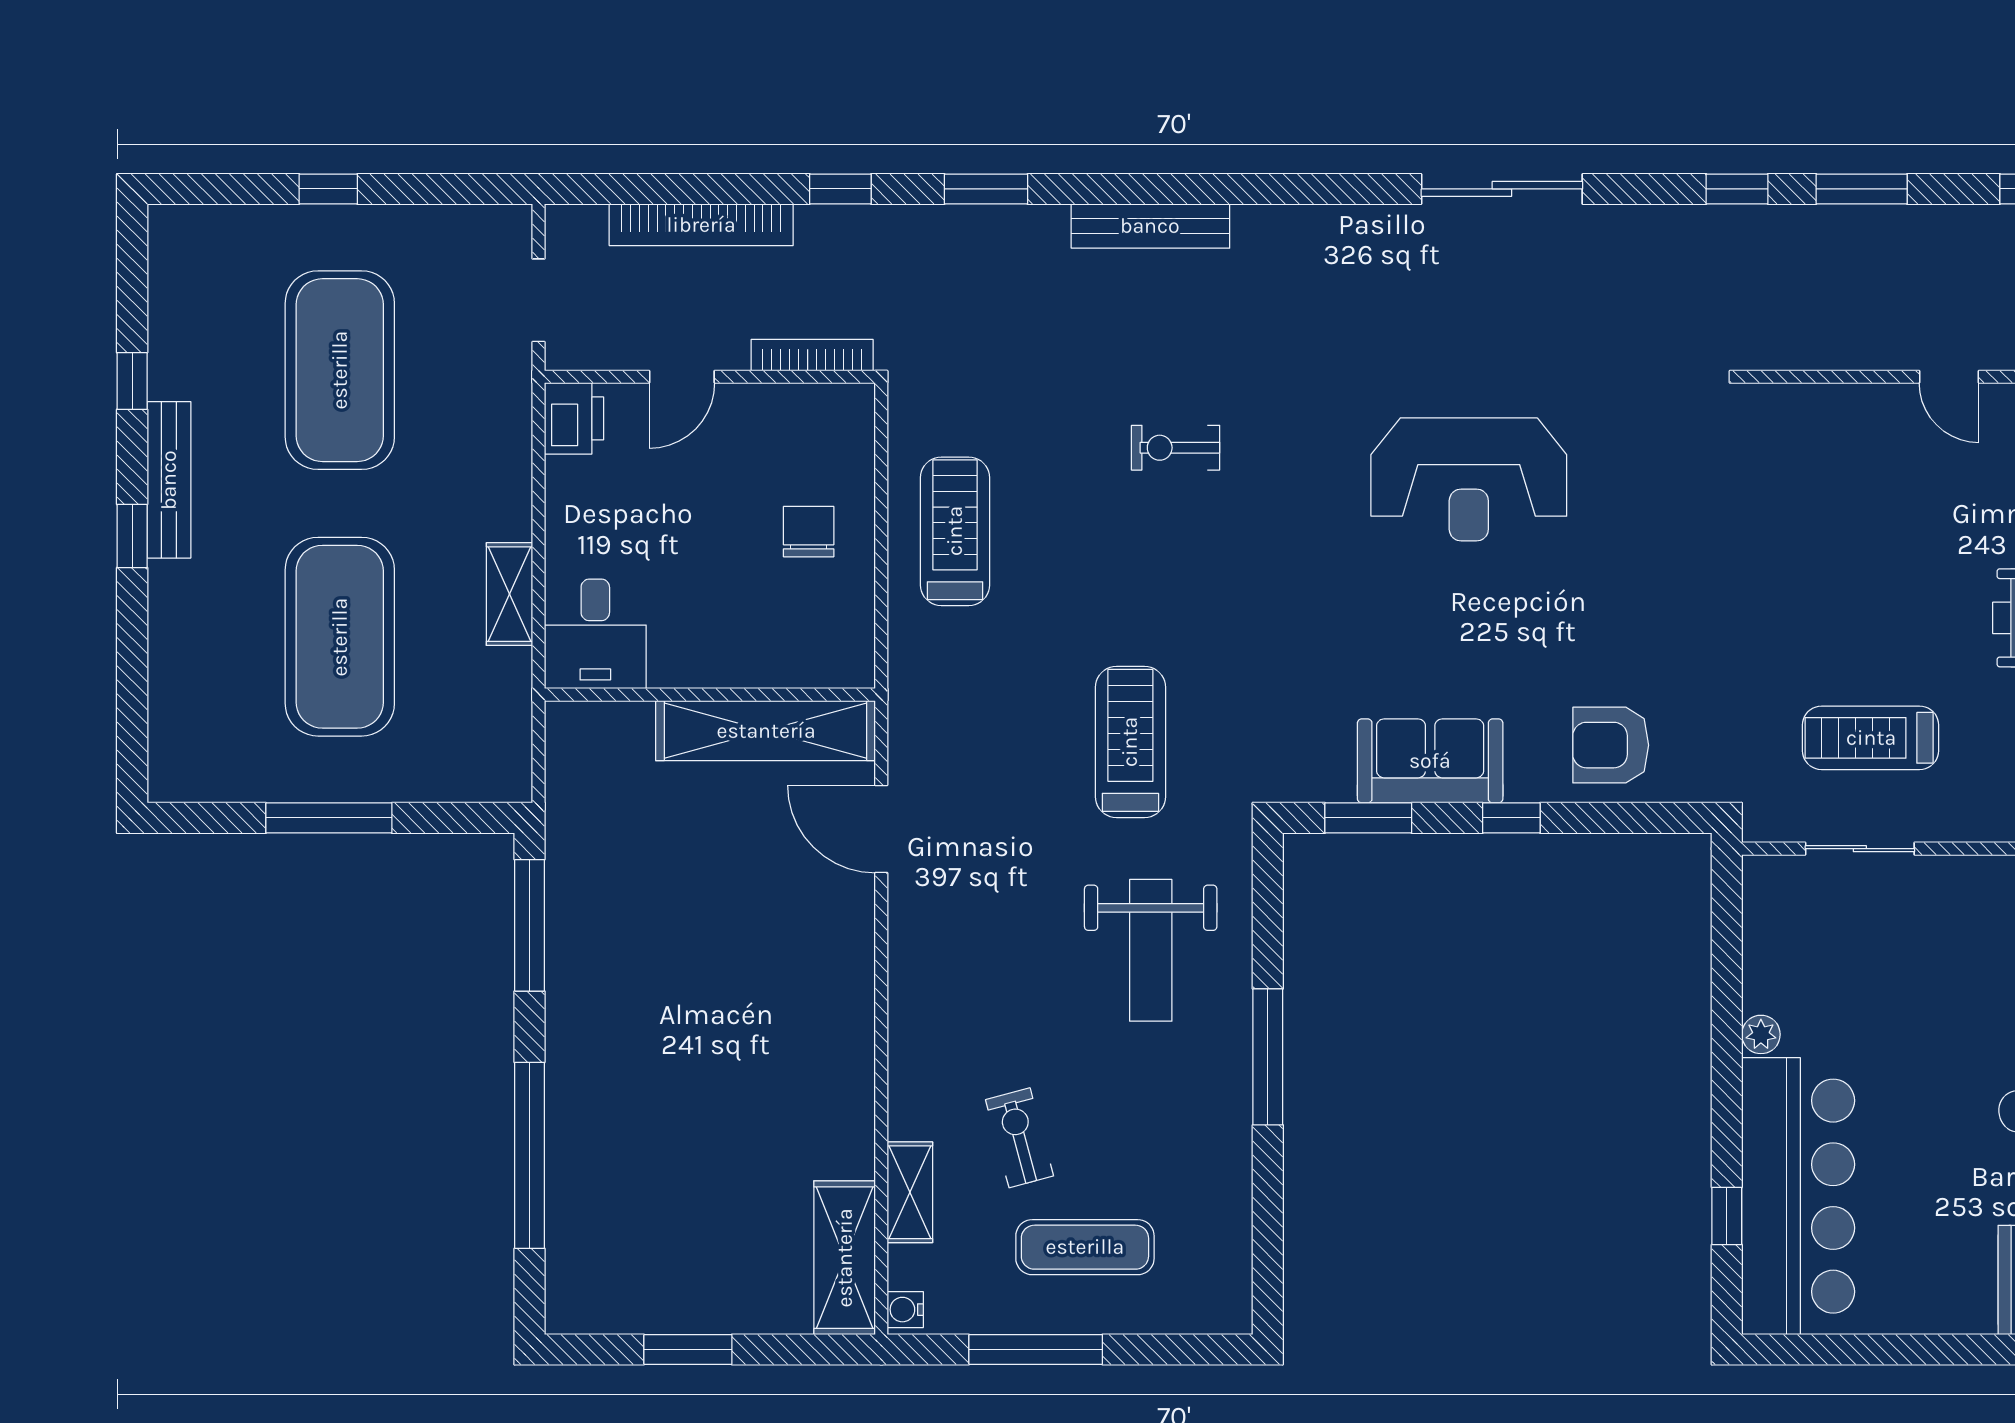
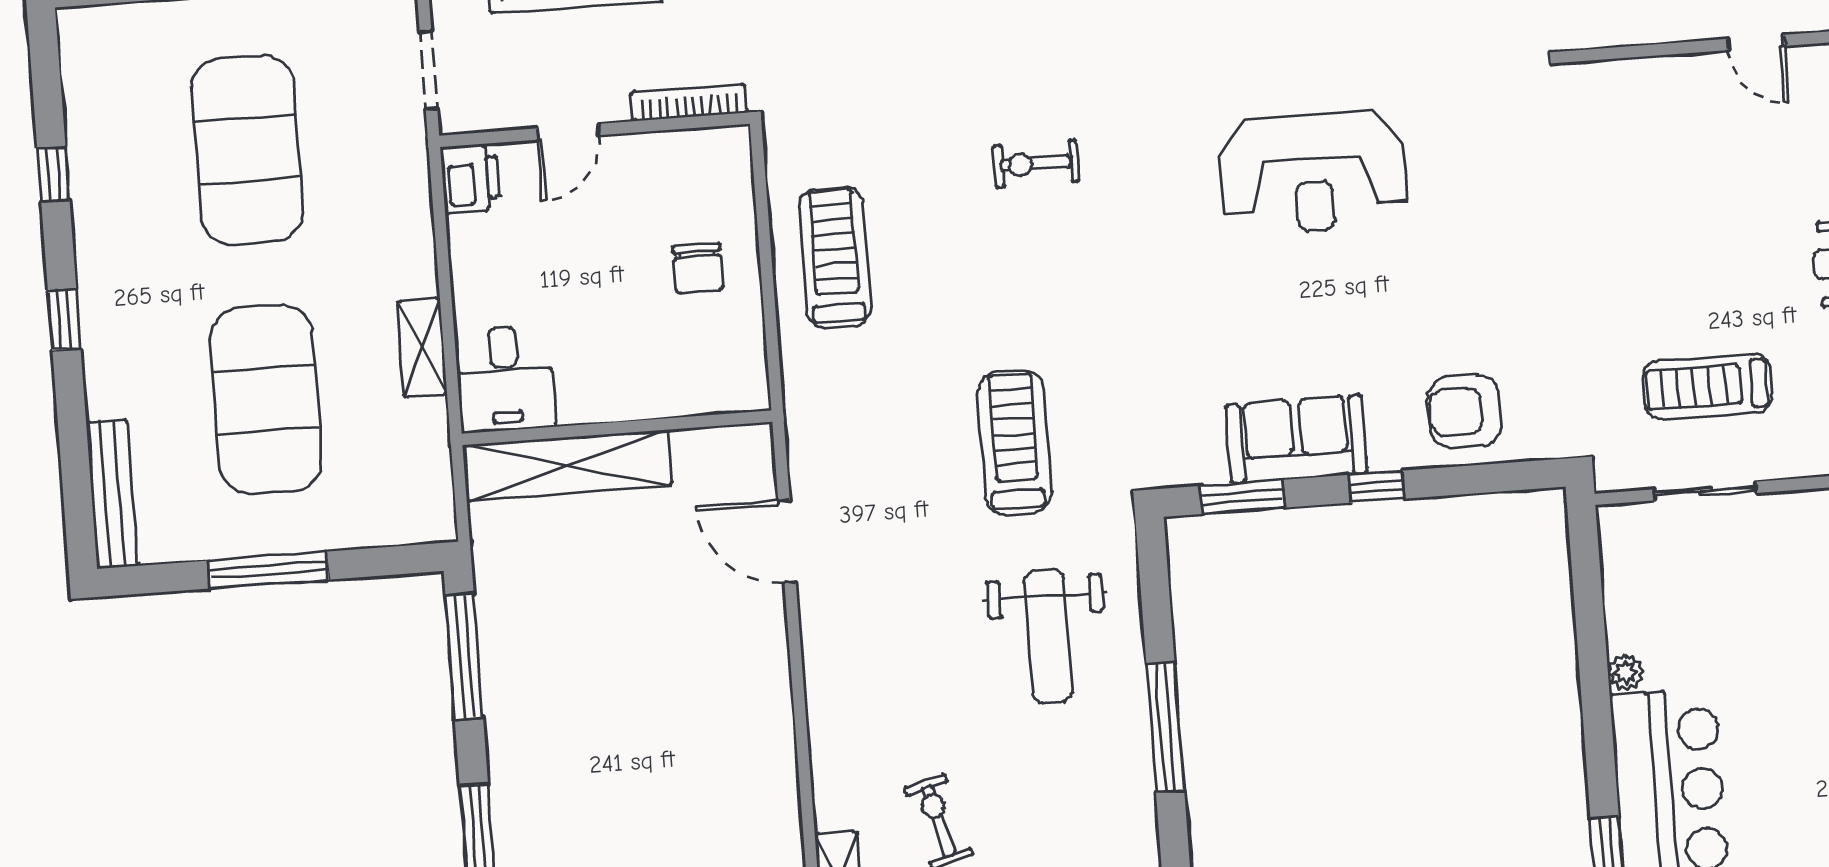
bench: (169, 480) -> (112, 494), moved
chair: (809, 532) -> (698, 268), turned 180
shelving: (766, 731) -> (567, 465), moved

